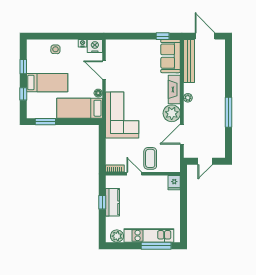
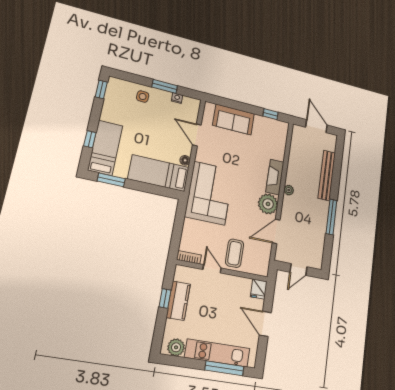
window: (71, 36) -> (165, 86), added
nightstand: (95, 46) -> (191, 105), removed
sofa: (171, 56) -> (234, 119), moved, turned -90
bench: (189, 61) -> (327, 175), moved
window: (23, 67) -> (101, 89), moved
bed: (47, 83) -> (105, 148), moved, turned -90
door: (184, 208) -> (265, 324), added

